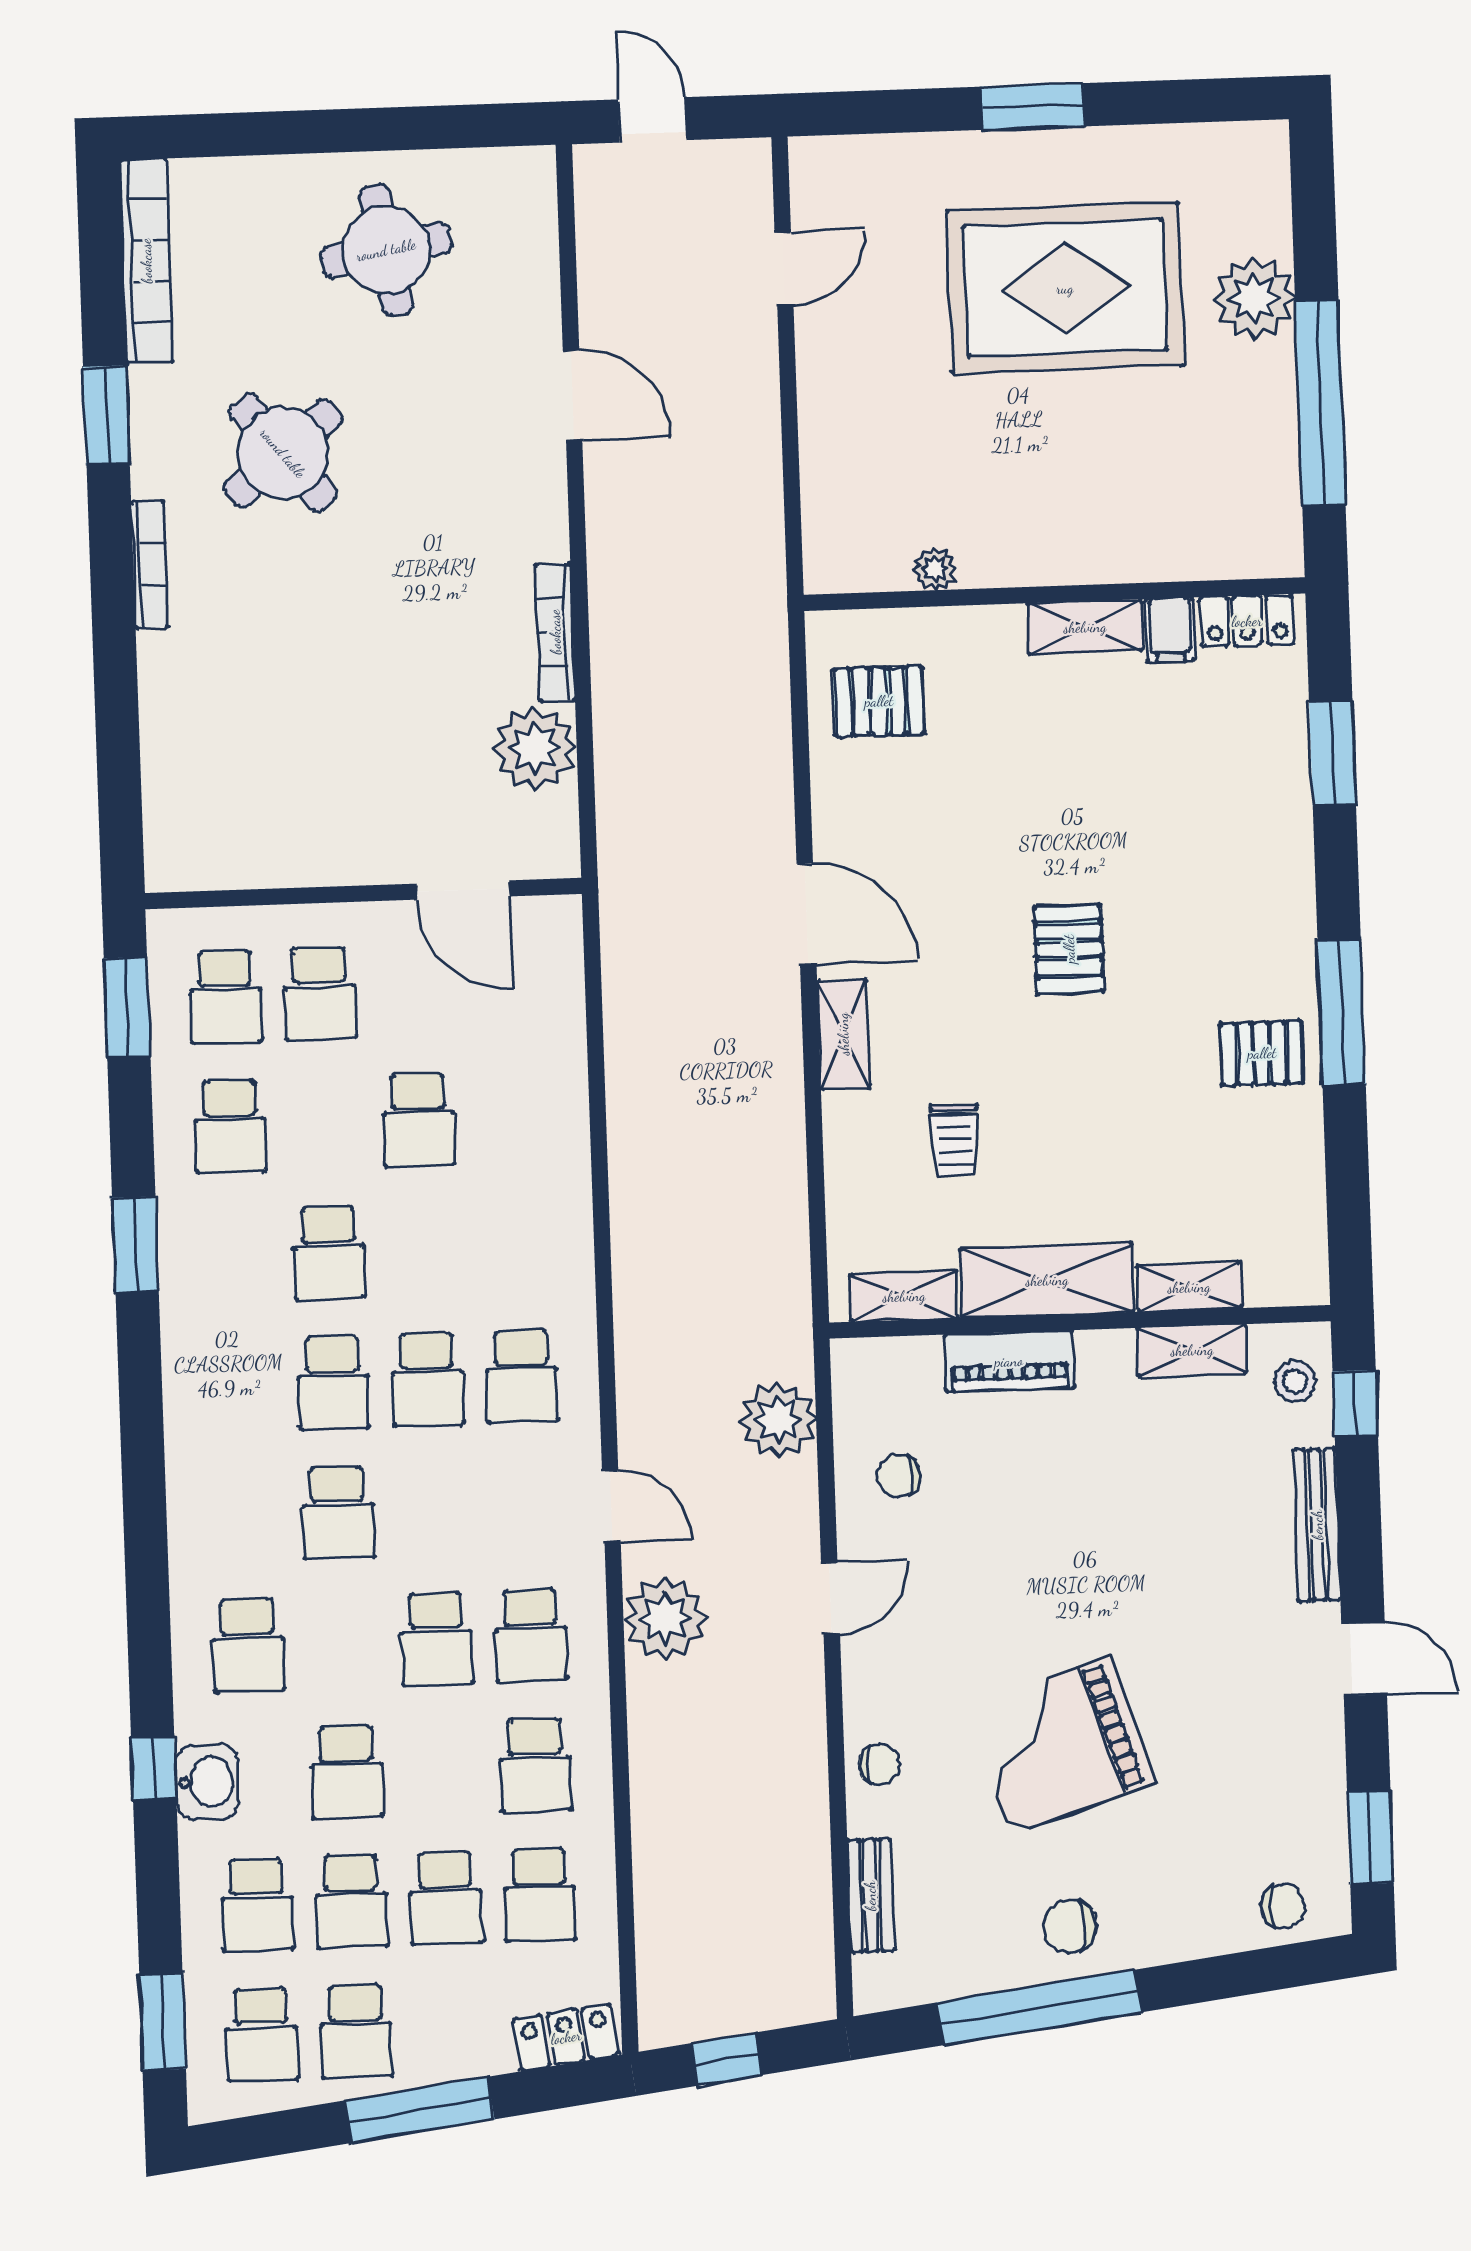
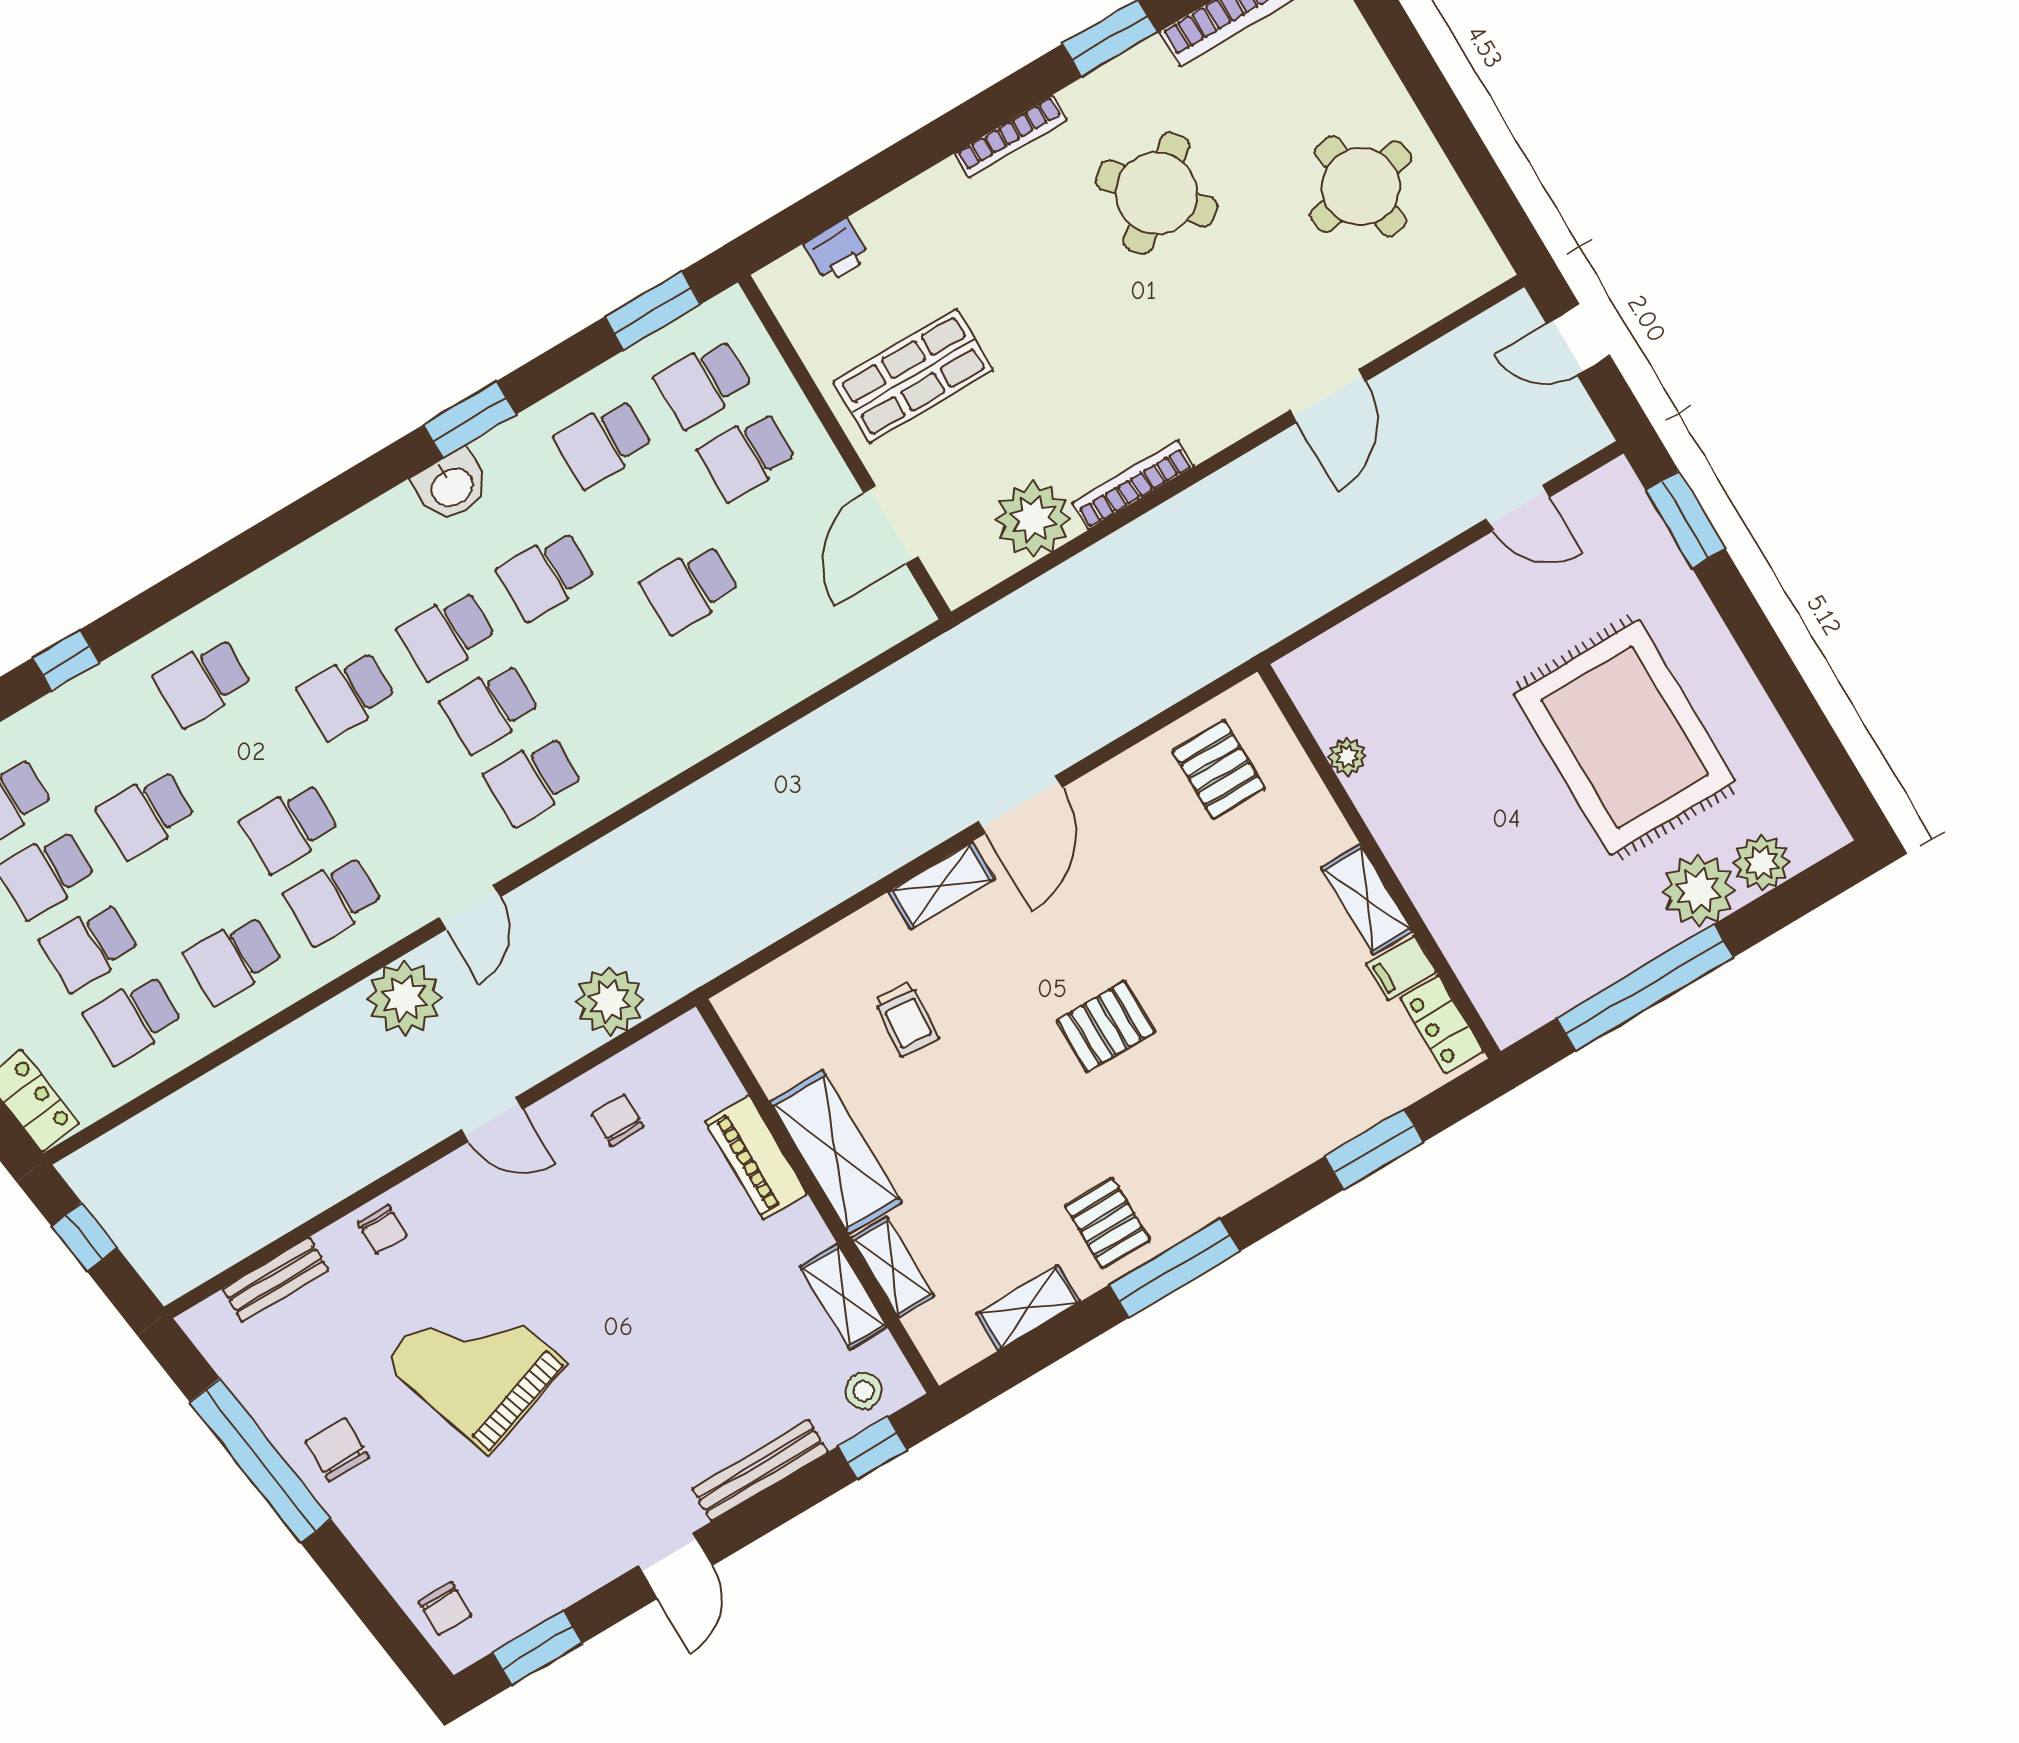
window: (1033, 106) -> (1686, 520), moved
door: (652, 120) -> (1578, 340), swing flipped
plant: (1261, 222) -> (1762, 863), added
shop shelf: (331, 788) -> (913, 376), added
printer: (168, 796) -> (837, 251), added
trolley: (955, 1140) -> (906, 1019), turned -85
shelving: (904, 1296) -> (1028, 1308), moved, turned 90
washbasin: (207, 1782) -> (452, 486), moved

